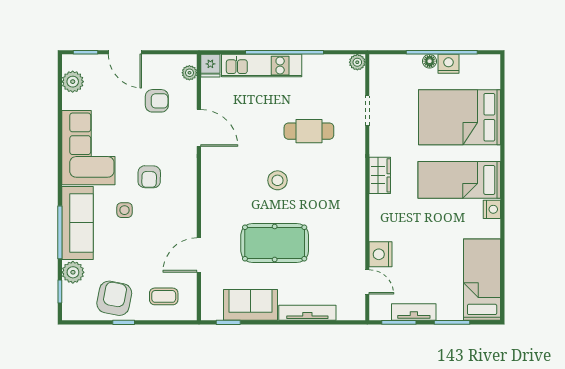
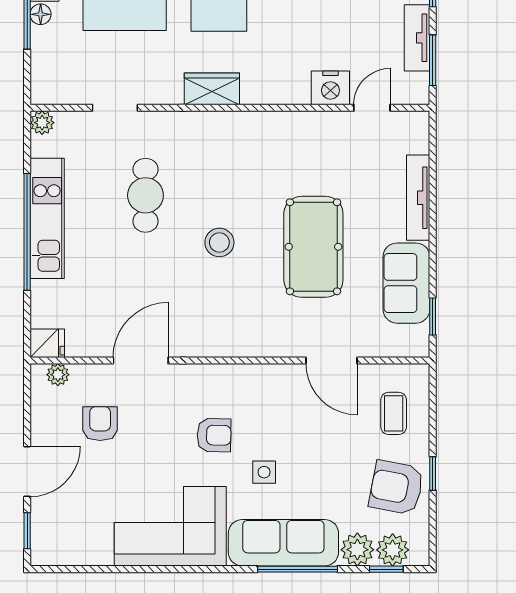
kitchen unit: (262, 66) -> (47, 218), moved
plant: (73, 82) -> (393, 550), moved

